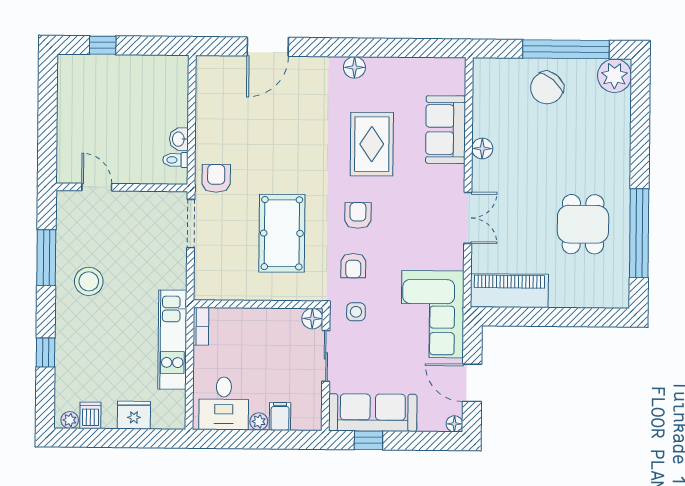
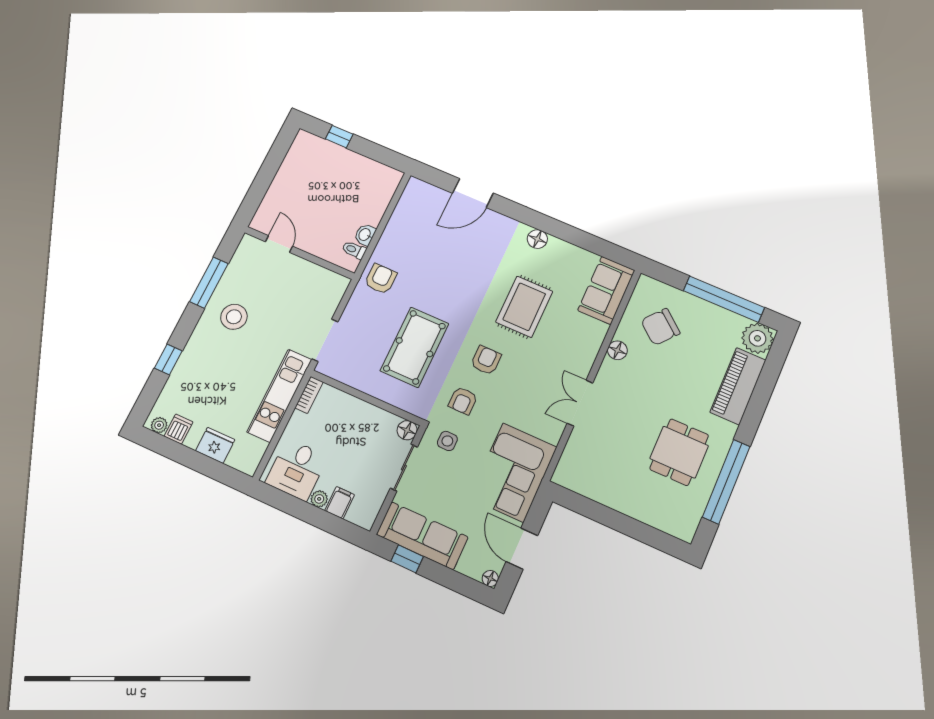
chair: (547, 88) -> (660, 327), moved
sofa: (446, 130) -> (606, 290), moved
double door: (468, 218) -> (580, 403), swing flipped
doorway: (191, 224) -> (325, 340), moved
piano: (509, 291) -> (738, 386), moved, turned -90

